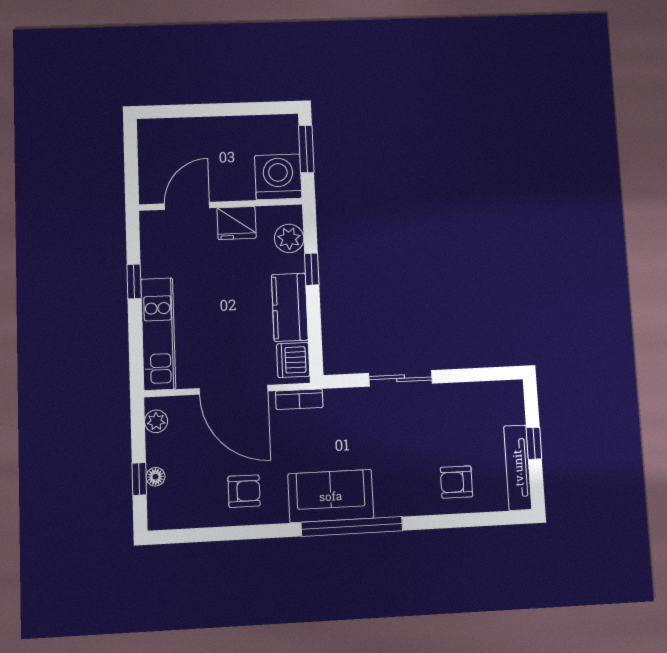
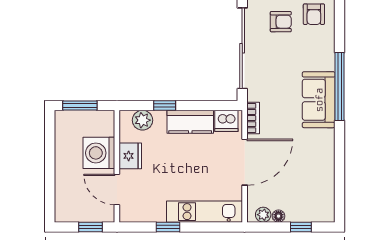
window: (131, 170) -> (90, 227), added
washing machine: (278, 177) -> (99, 153), moved
sliding door: (401, 378) -> (242, 48), width x1.86
floor lamp: (155, 477) -> (278, 216), moved
armchair: (244, 491) -> (281, 22), moved, turned 90

